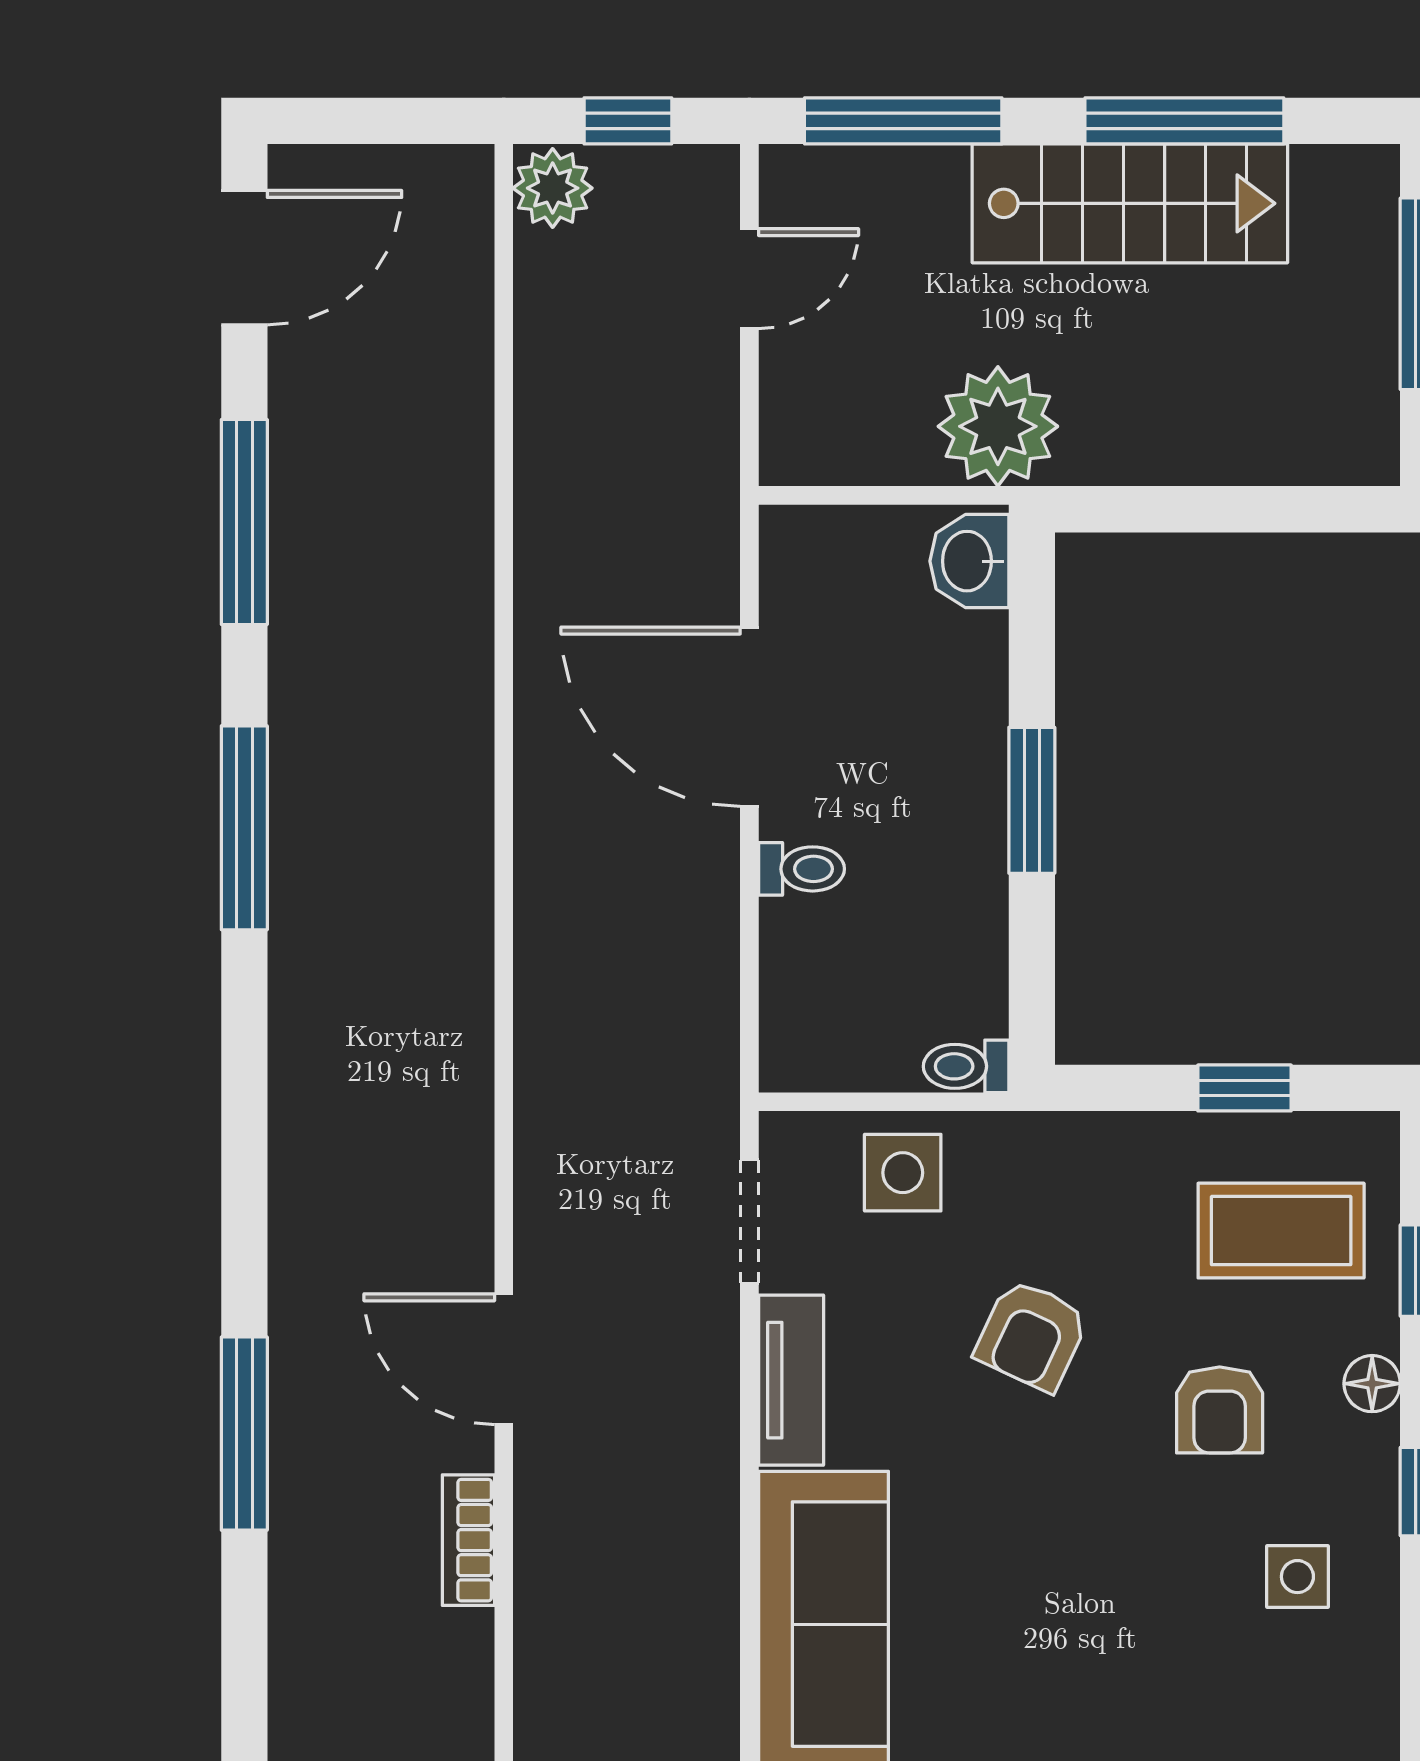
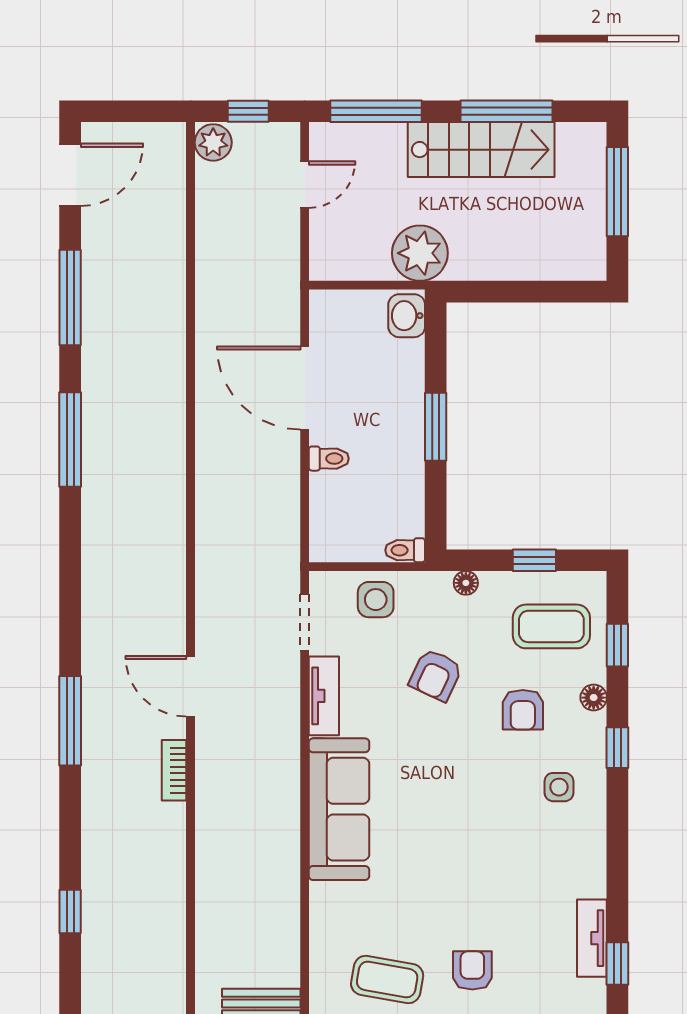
floor lamp: (1097, 1137) -> (466, 583), added

